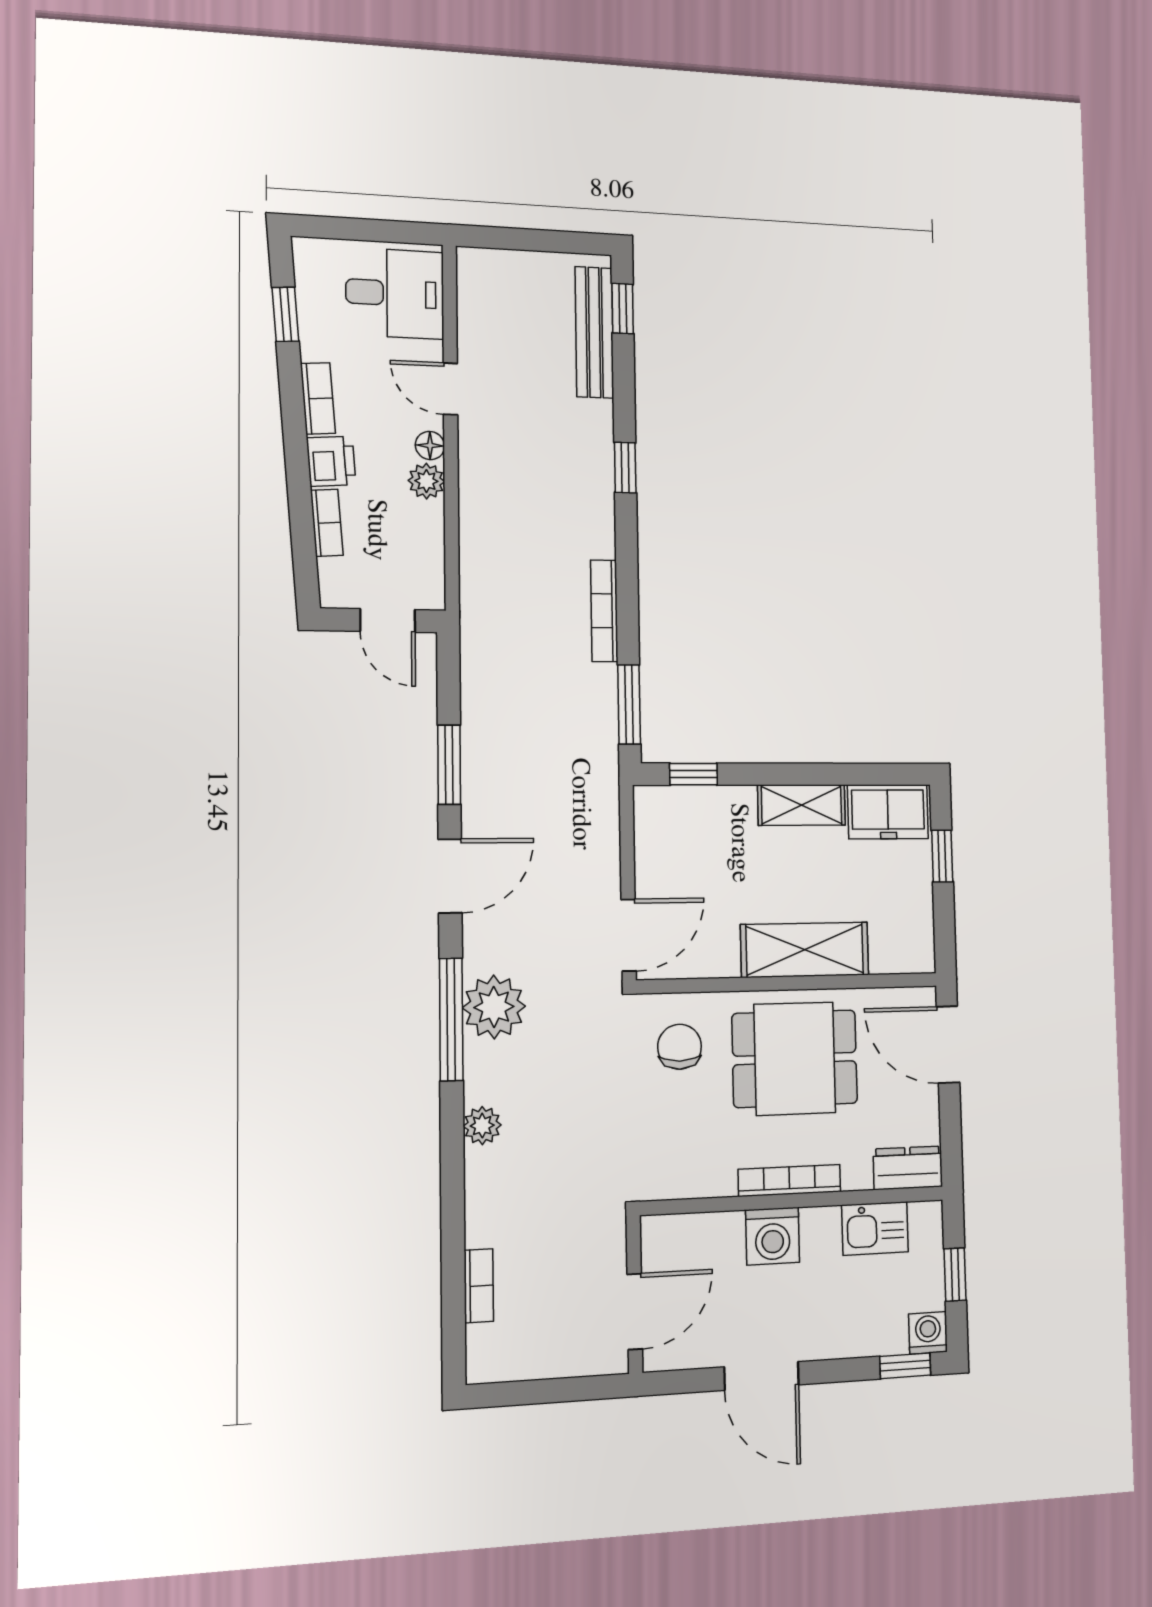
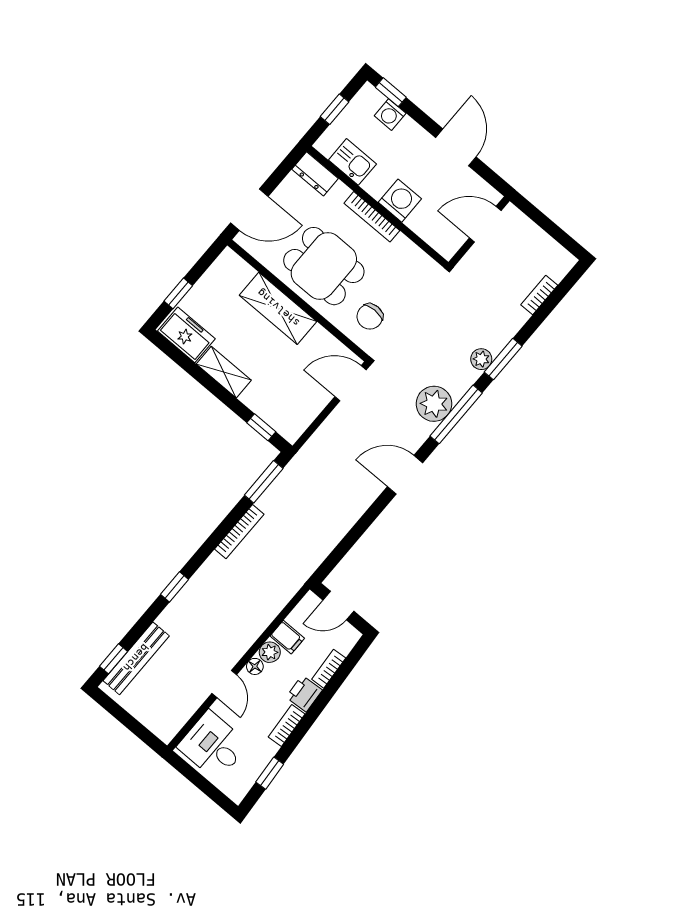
filing cabinet: (420, 521) -> (287, 637), added
door: (388, 620) -> (338, 606), swing flipped
window: (449, 765) -> (503, 359), moved
door: (948, 1045) -> (249, 210), hinge flipped
washing machine: (928, 1333) -> (390, 115), moved

